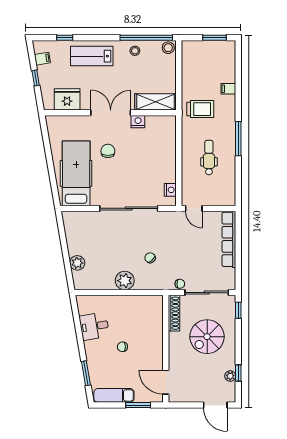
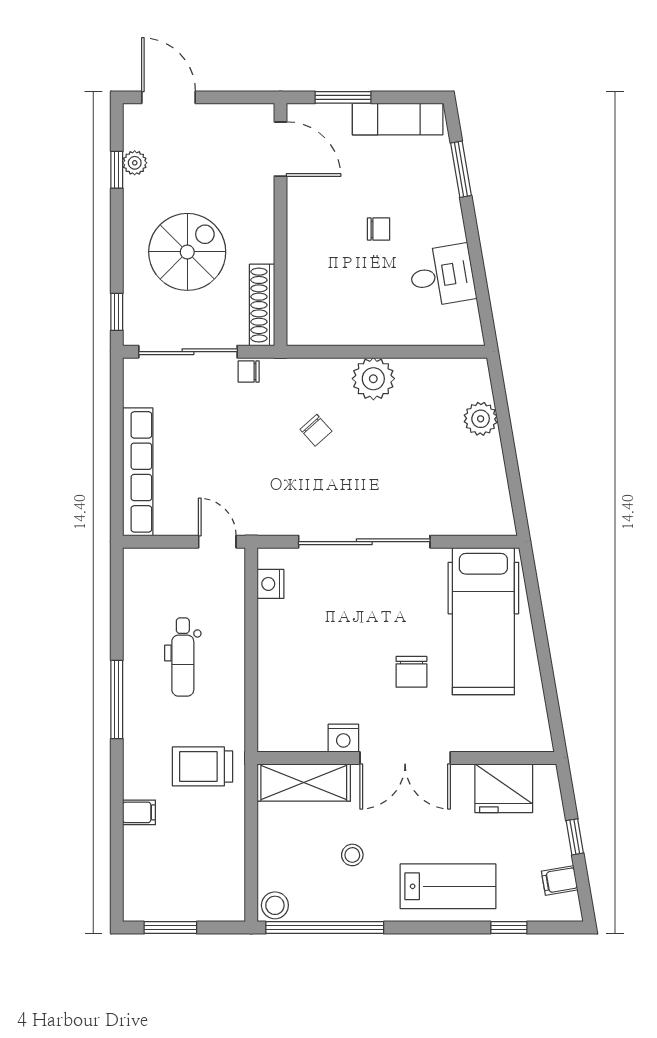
stool: (135, 51) -> (352, 855), moved

